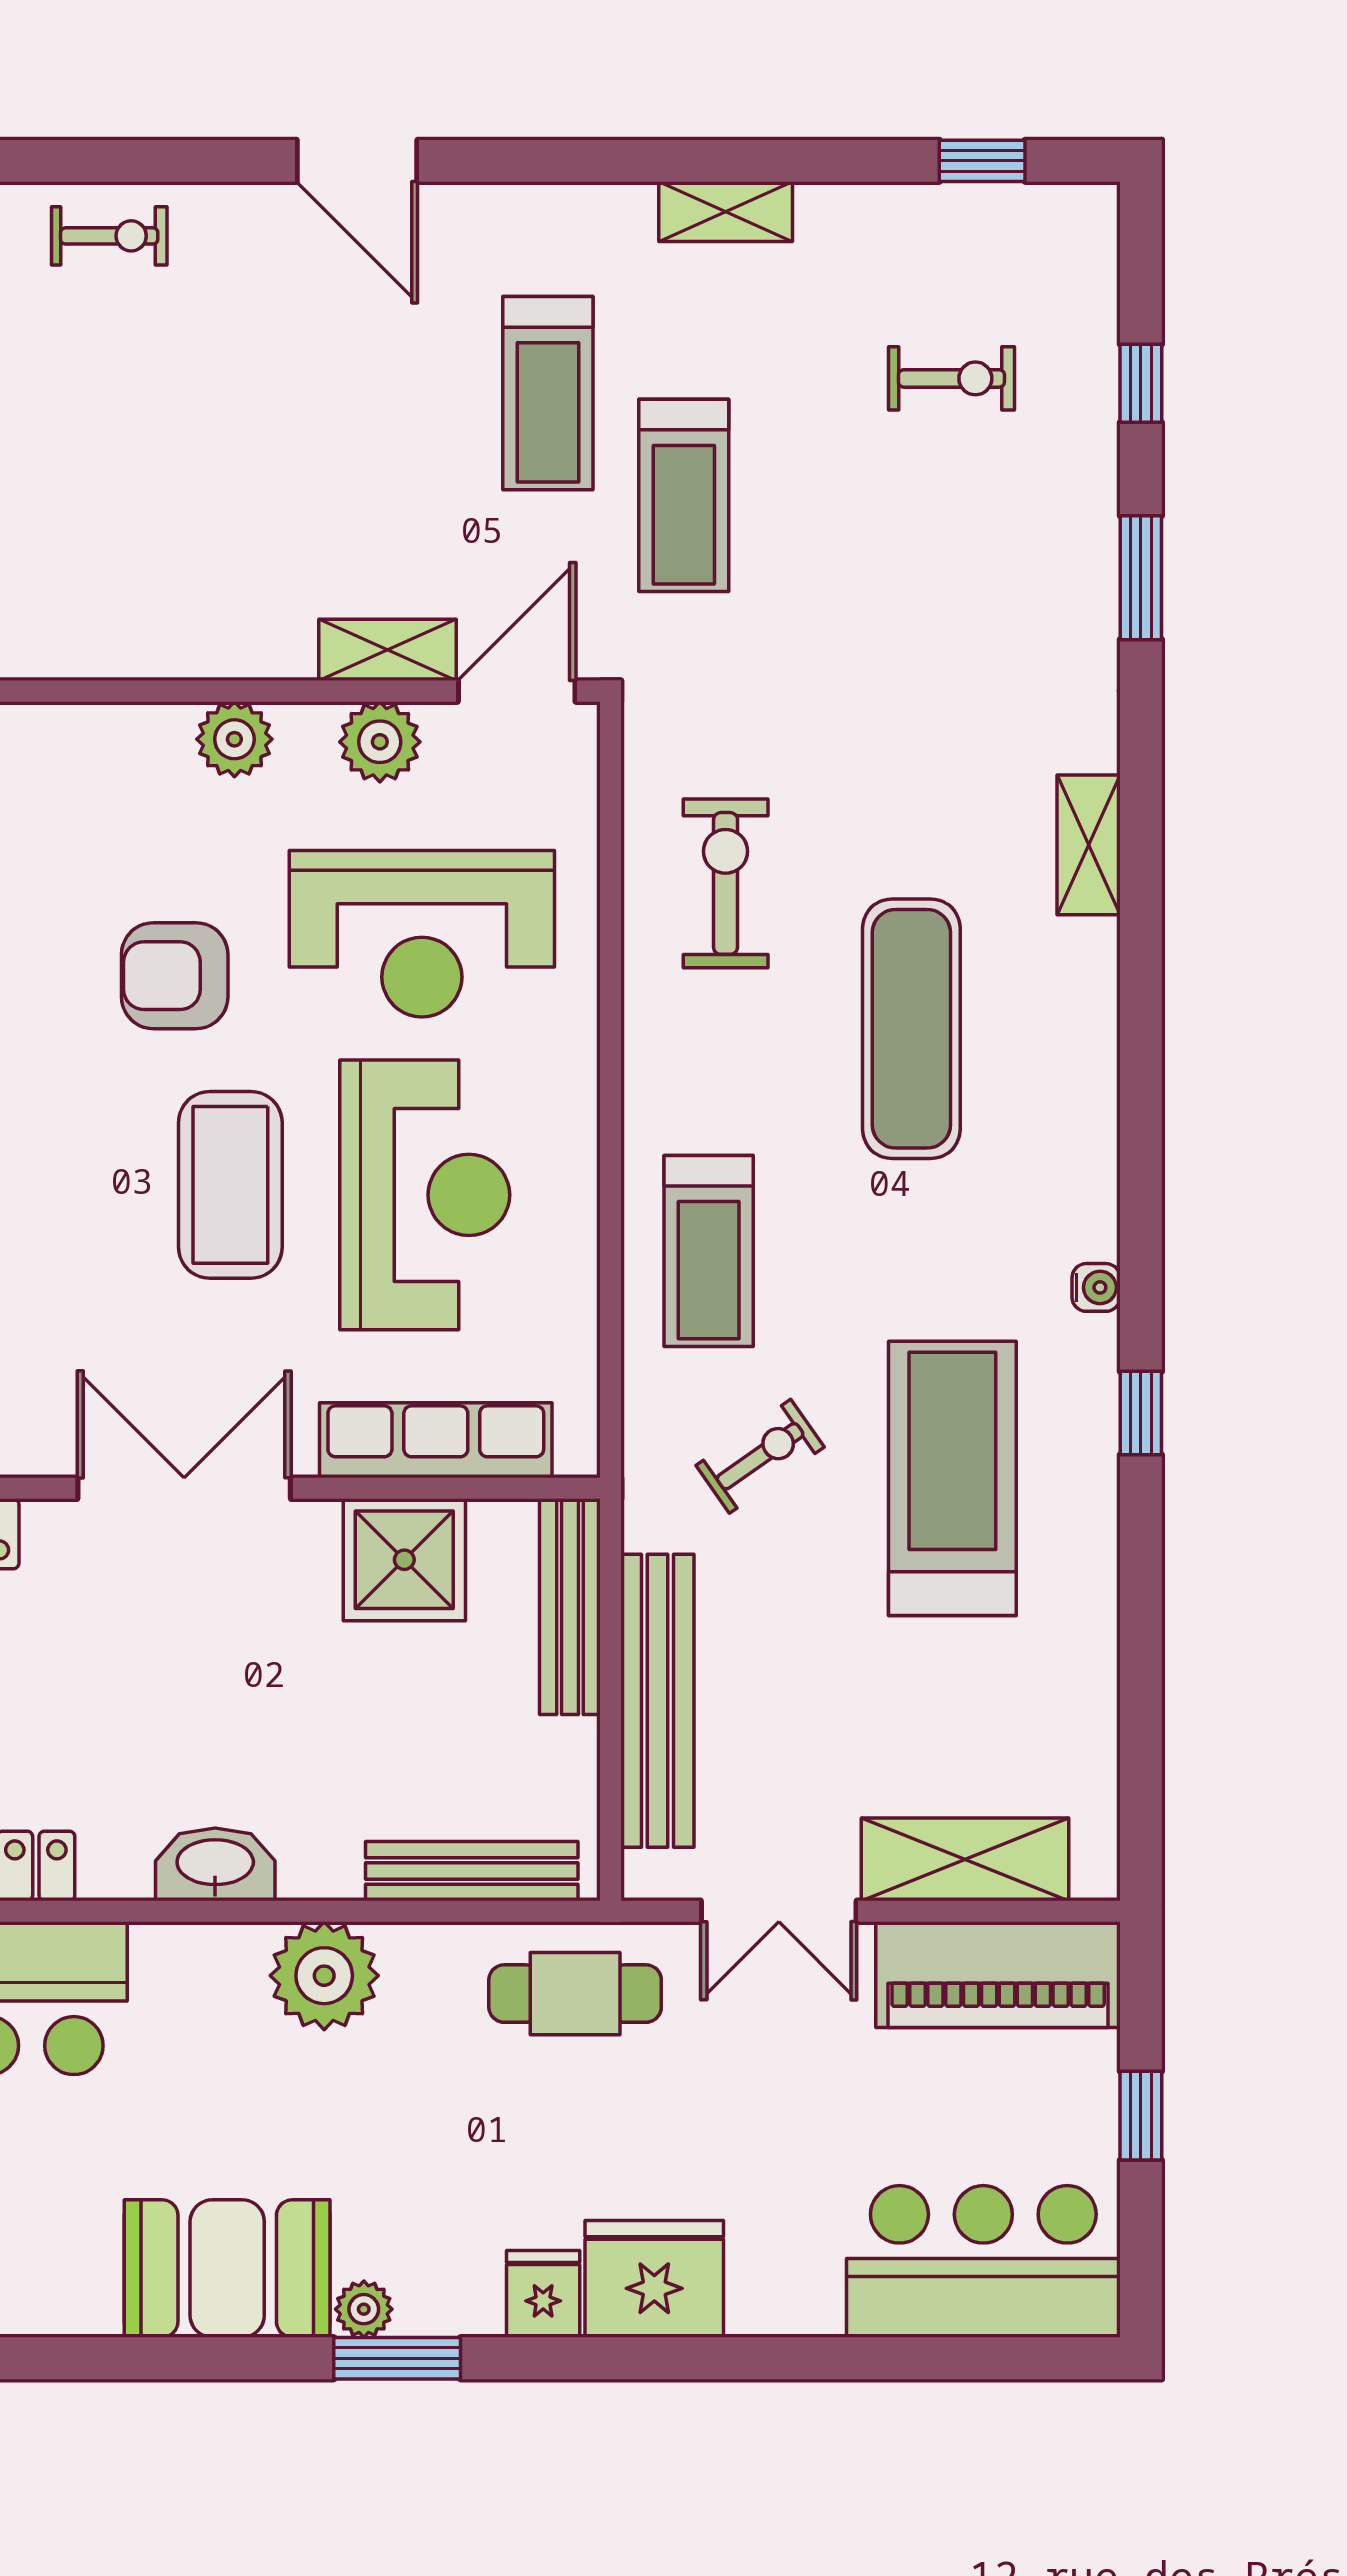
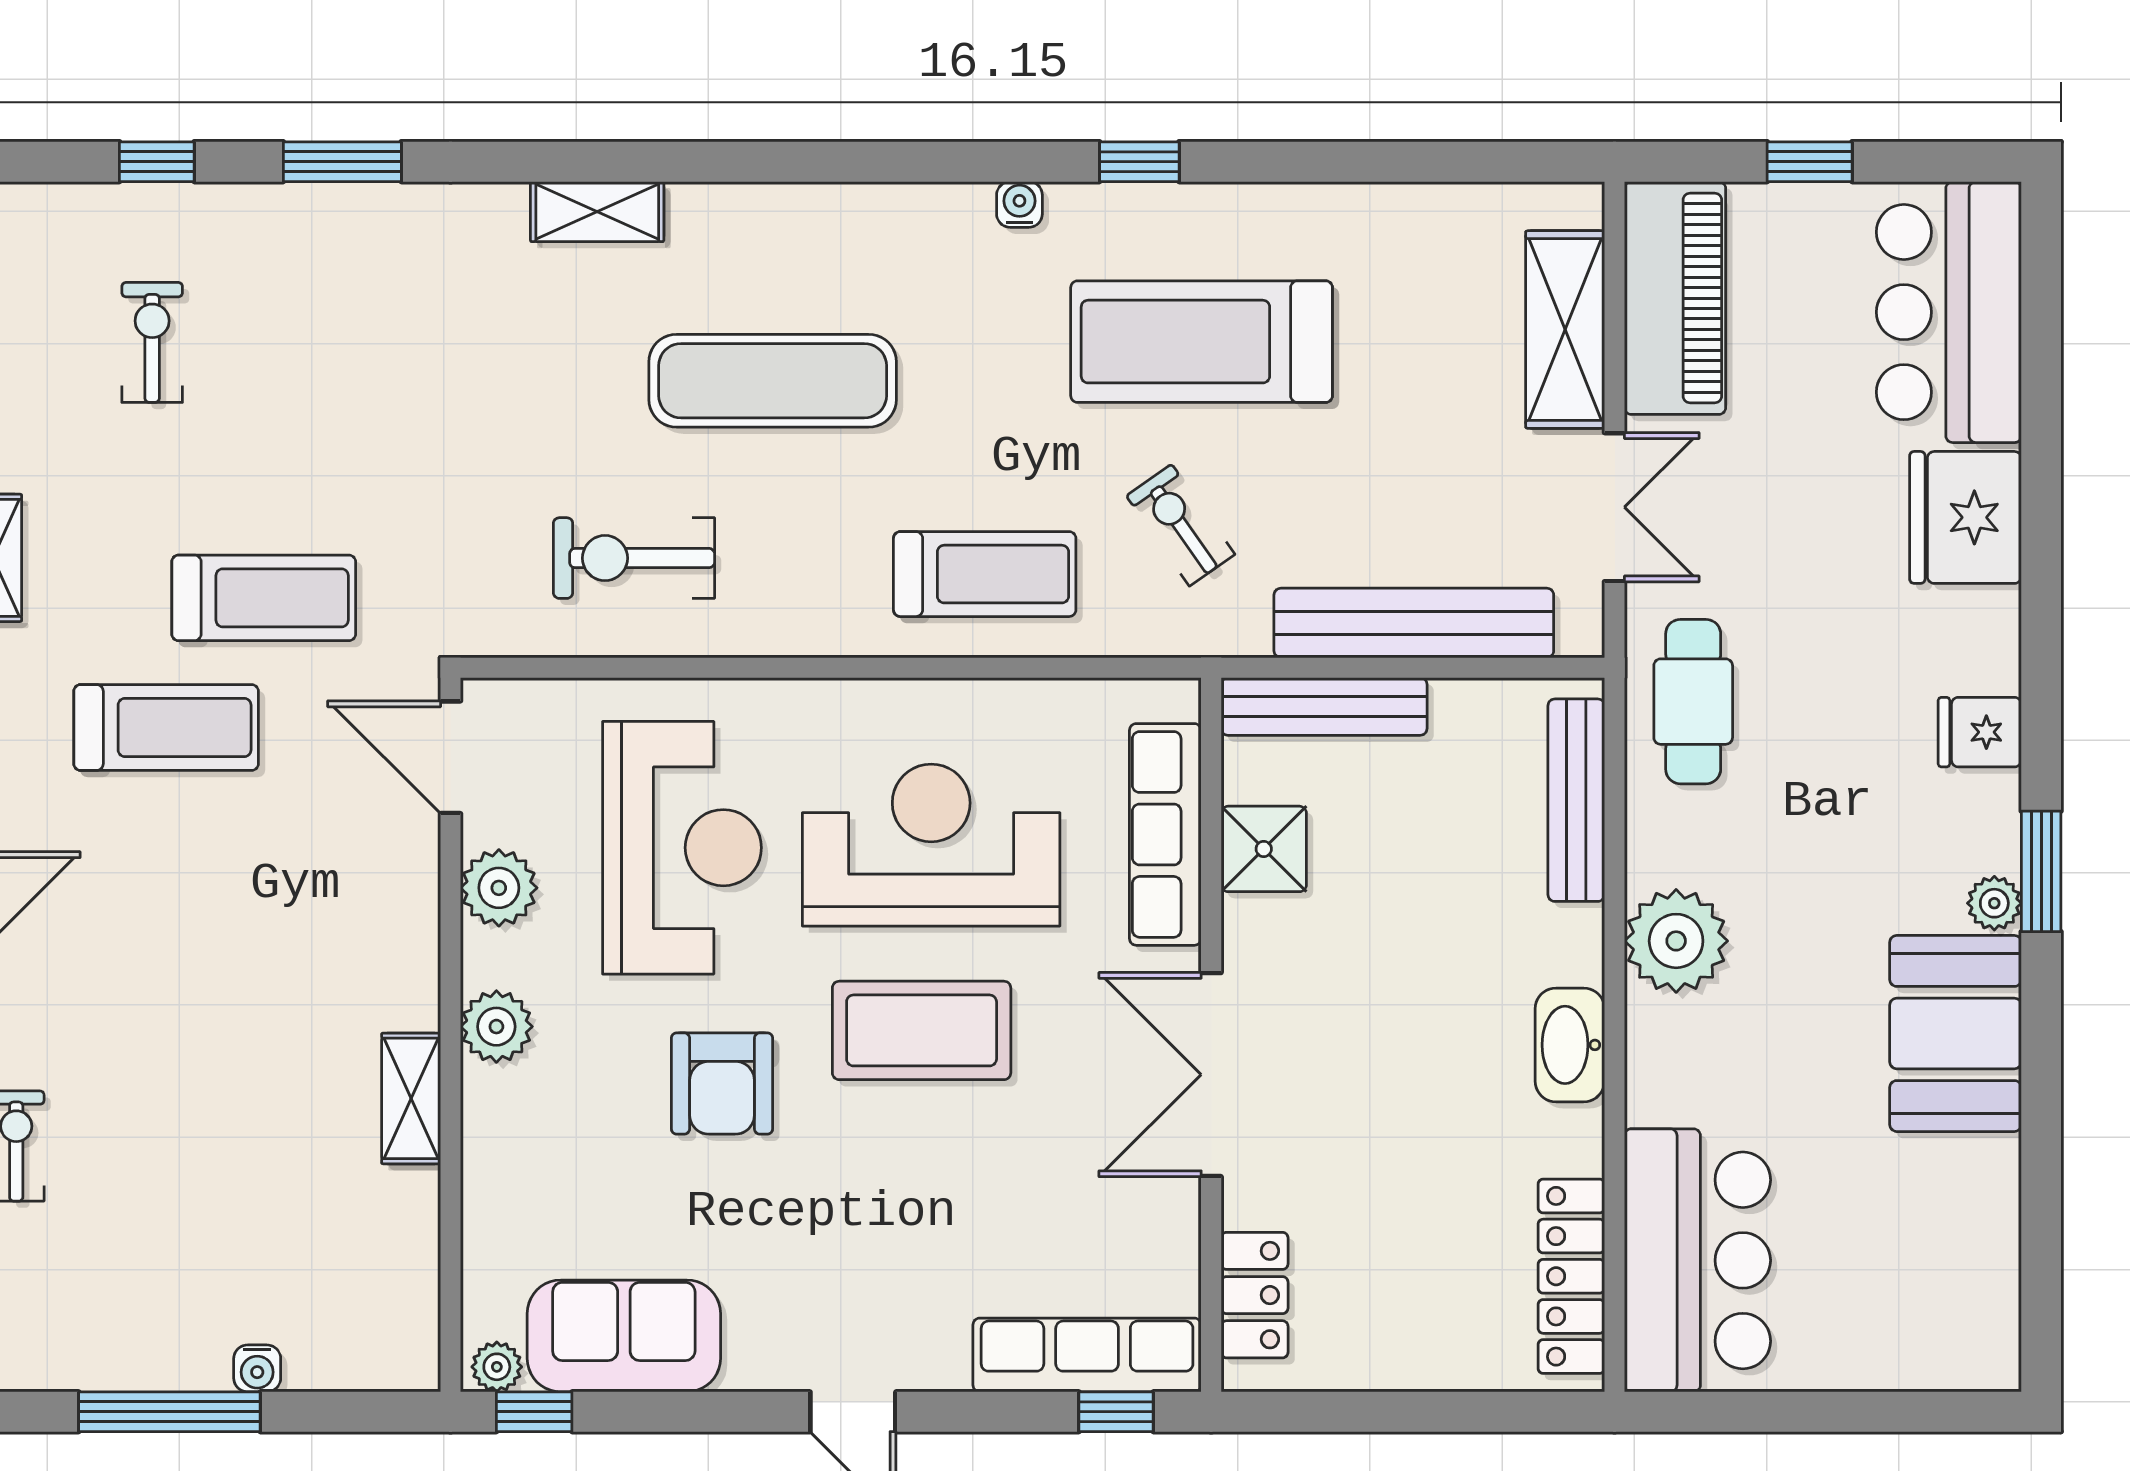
shelving: (388, 650) -> (411, 1098), moved
shower: (404, 1560) -> (1264, 849), width x0.73, depth x0.73
fridge: (654, 2279) -> (1965, 517), moved

